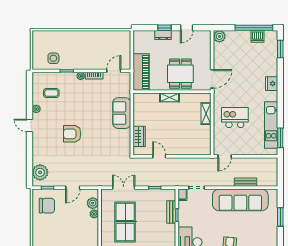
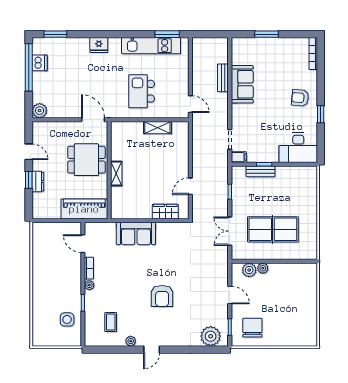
shelving: (206, 114) -> (157, 128), moved
sofa: (240, 200) -> (242, 84), width x0.54, depth x0.79

